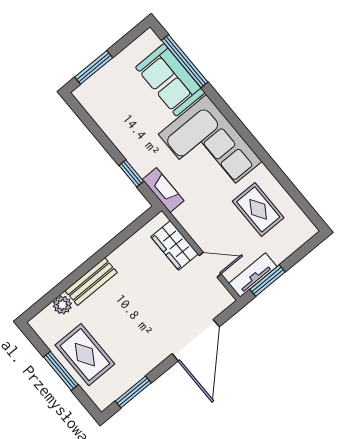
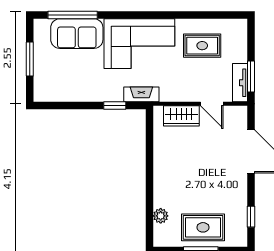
window: (94, 67) -> (30, 59), moved
door: (210, 265) -> (212, 104), swing flipped
bench: (91, 282) -> (161, 186), removed
window: (133, 392) -> (251, 217), width x0.67

